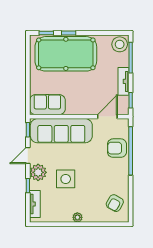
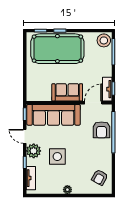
tv unit: (124, 81) -> (107, 89), moved
sofa: (47, 105) -> (67, 92), moved
armchair: (117, 148) -> (101, 130), turned -90
door: (28, 155) -> (25, 136), hinge flipped

